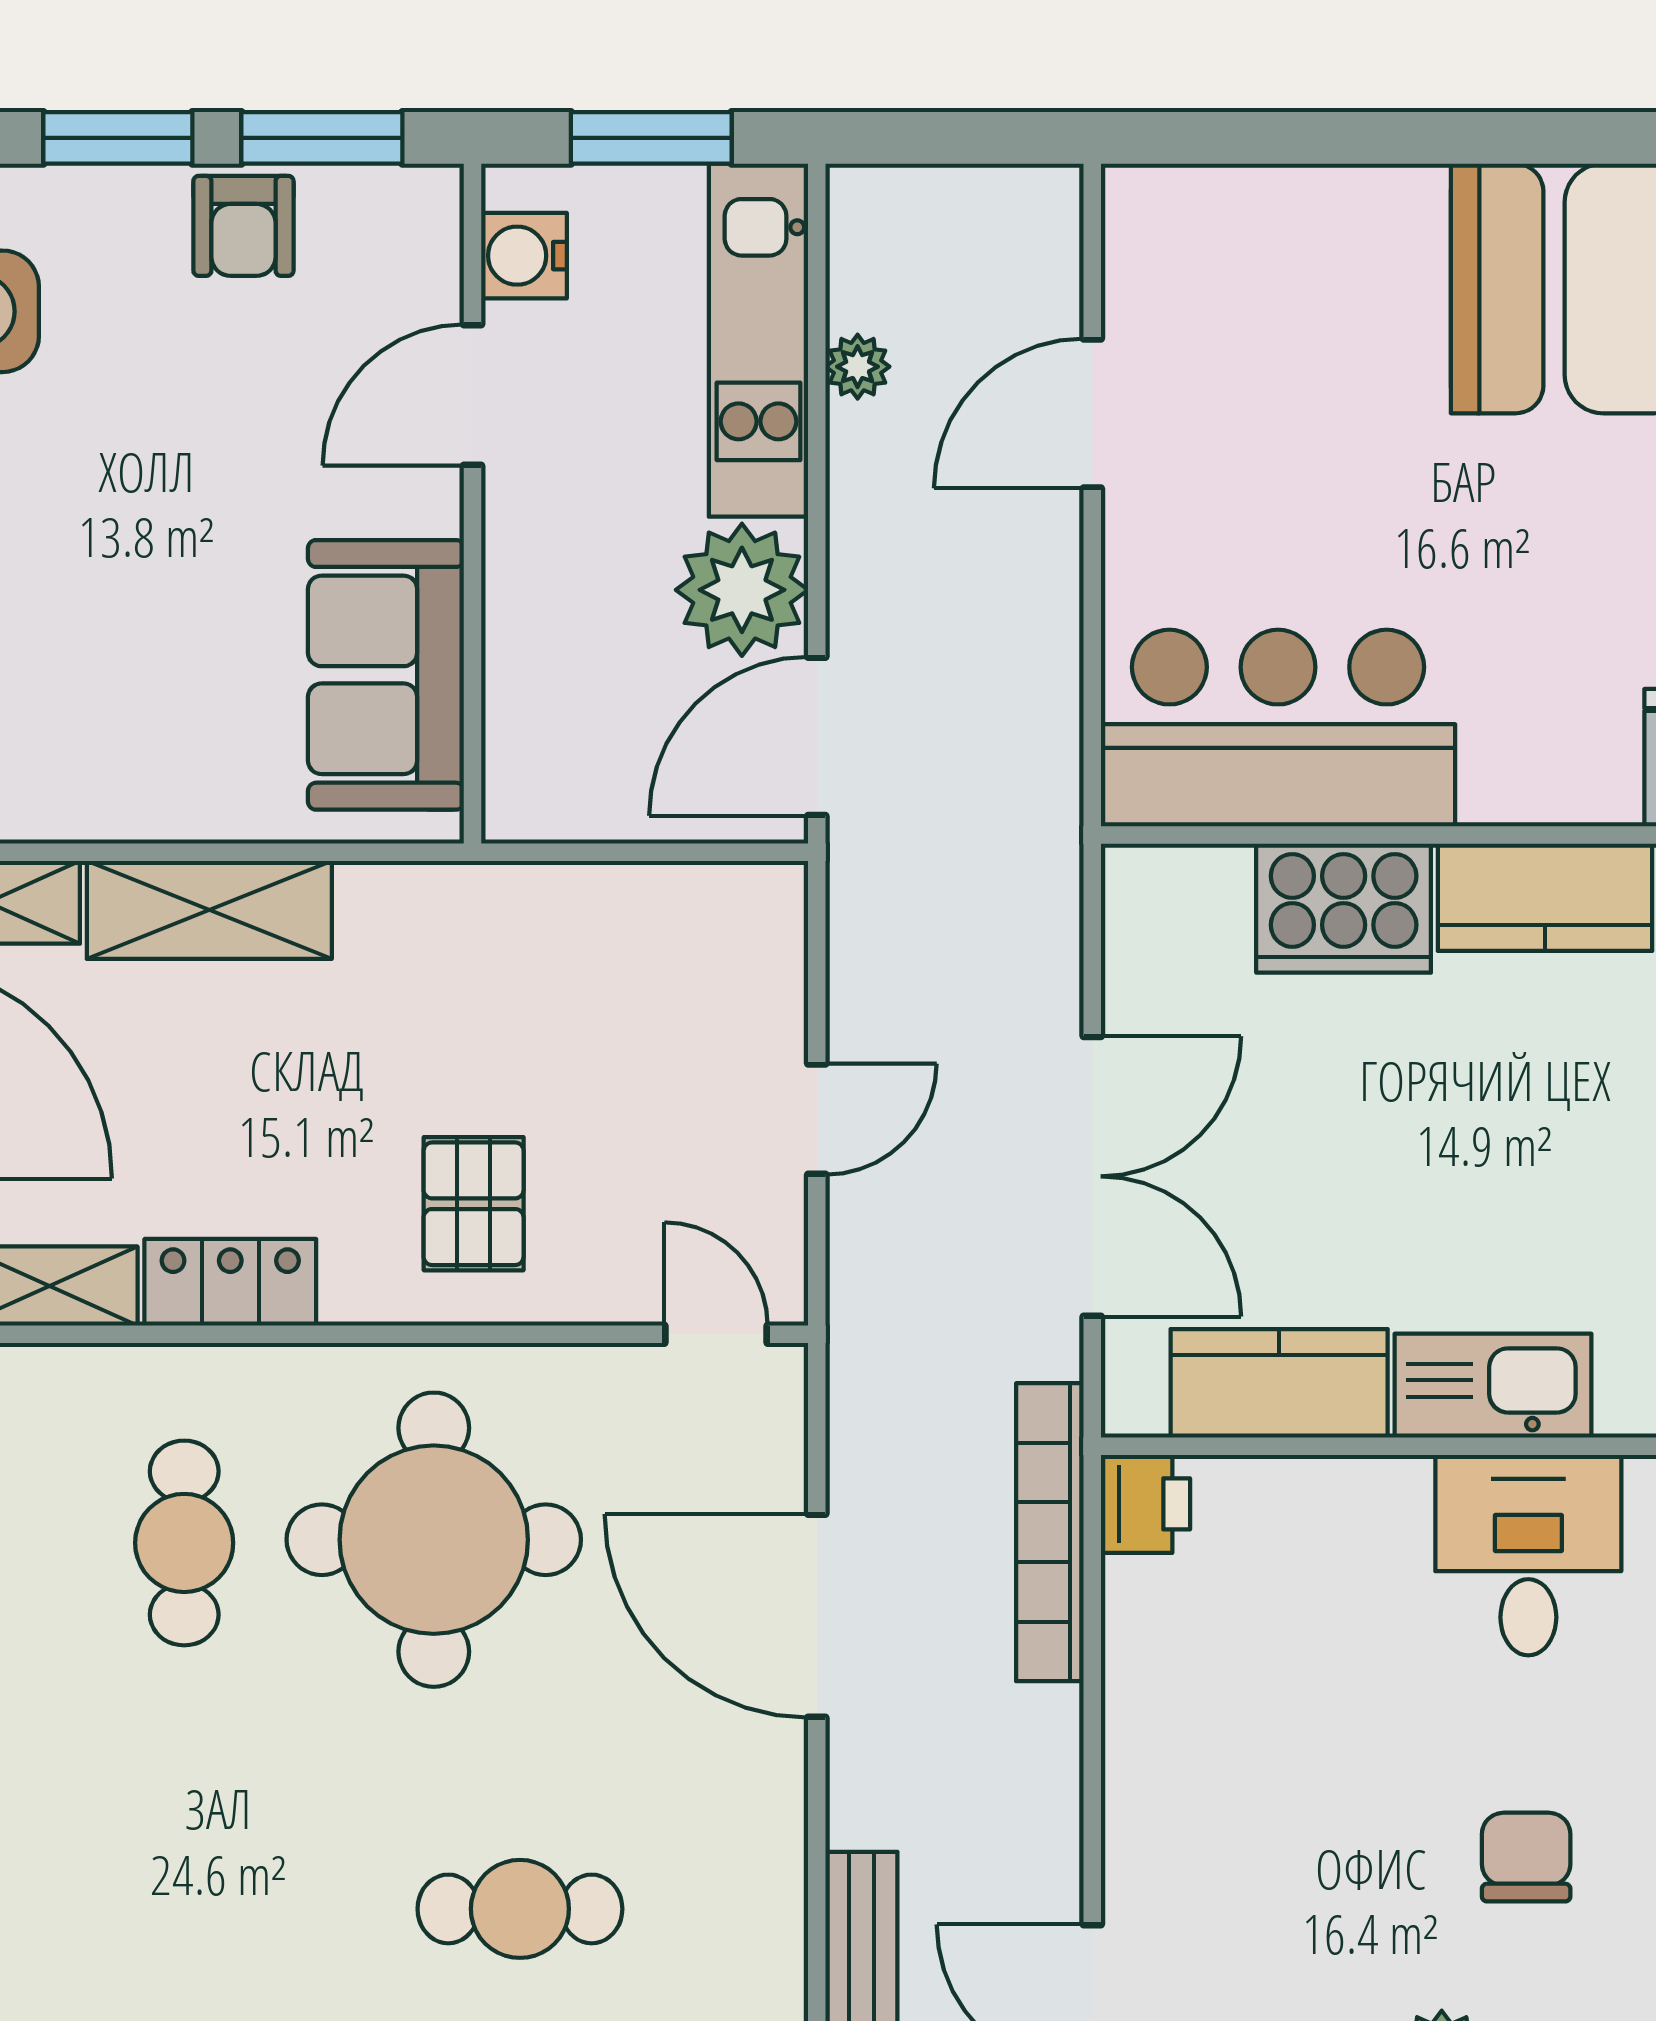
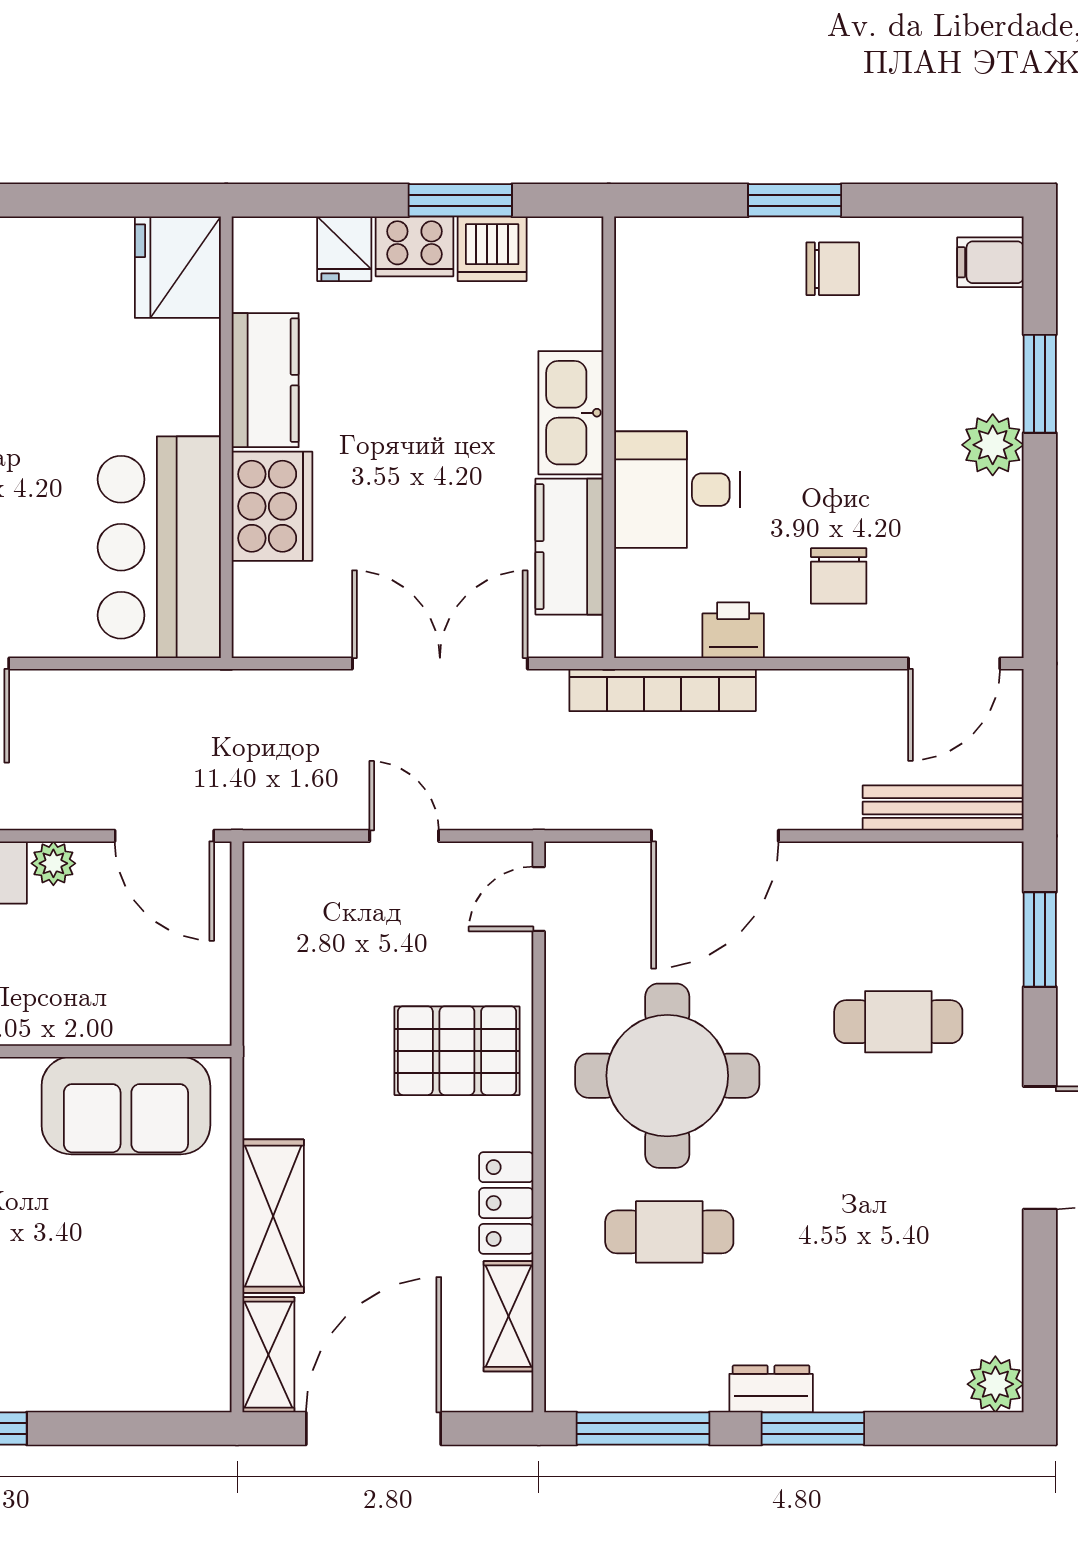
plant: (742, 590) -> (53, 863), width x0.53, depth x0.53
pallet: (474, 1204) -> (457, 1051), width x1.50, depth x1.42
printer: (1145, 1504) -> (733, 630), moved
desk: (1528, 1555) -> (677, 490), moved
chair: (1526, 1857) -> (839, 576), moved, turned -90
cafe table: (520, 1909) -> (898, 1022), turned 90

